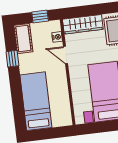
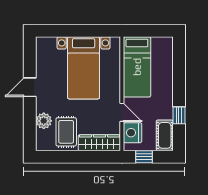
nightstand: (57, 37) -> (132, 133), width x1.89, depth x1.79
bed: (36, 101) -> (137, 67), moved

